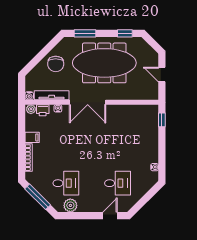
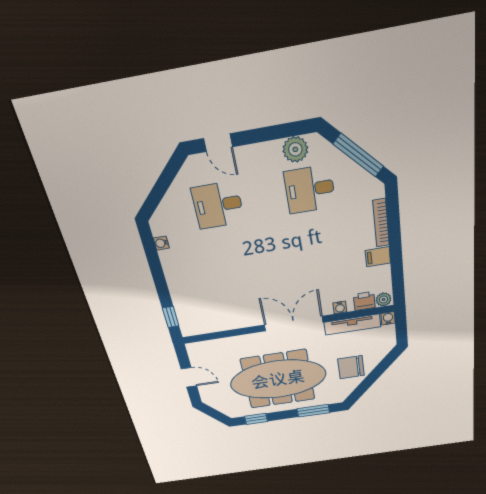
chair: (56, 64) -> (351, 367), turned -90
door: (110, 216) -> (218, 143), hinge flipped

